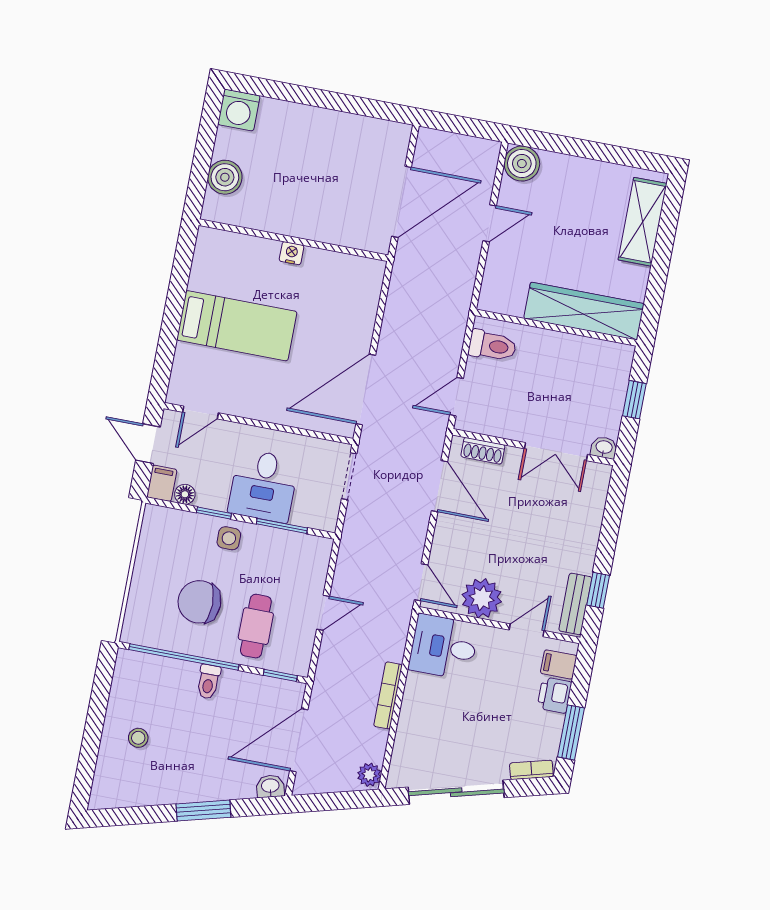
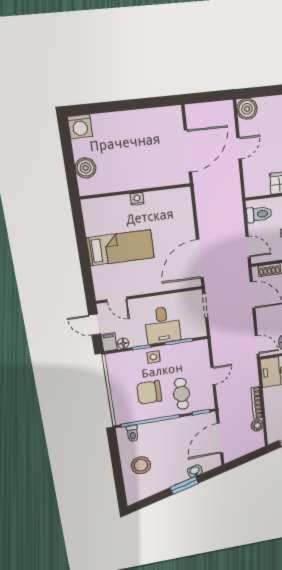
door: (456, 397) -> (248, 247), swing flipped
door: (201, 413) -> (117, 299), hinge flipped
toilet: (208, 682) -> (133, 433), moved
stool: (138, 738) -> (141, 465), width x1.89, depth x1.89
plant: (369, 775) -> (257, 425), moved
washbasin: (270, 786) -> (195, 471), moved

